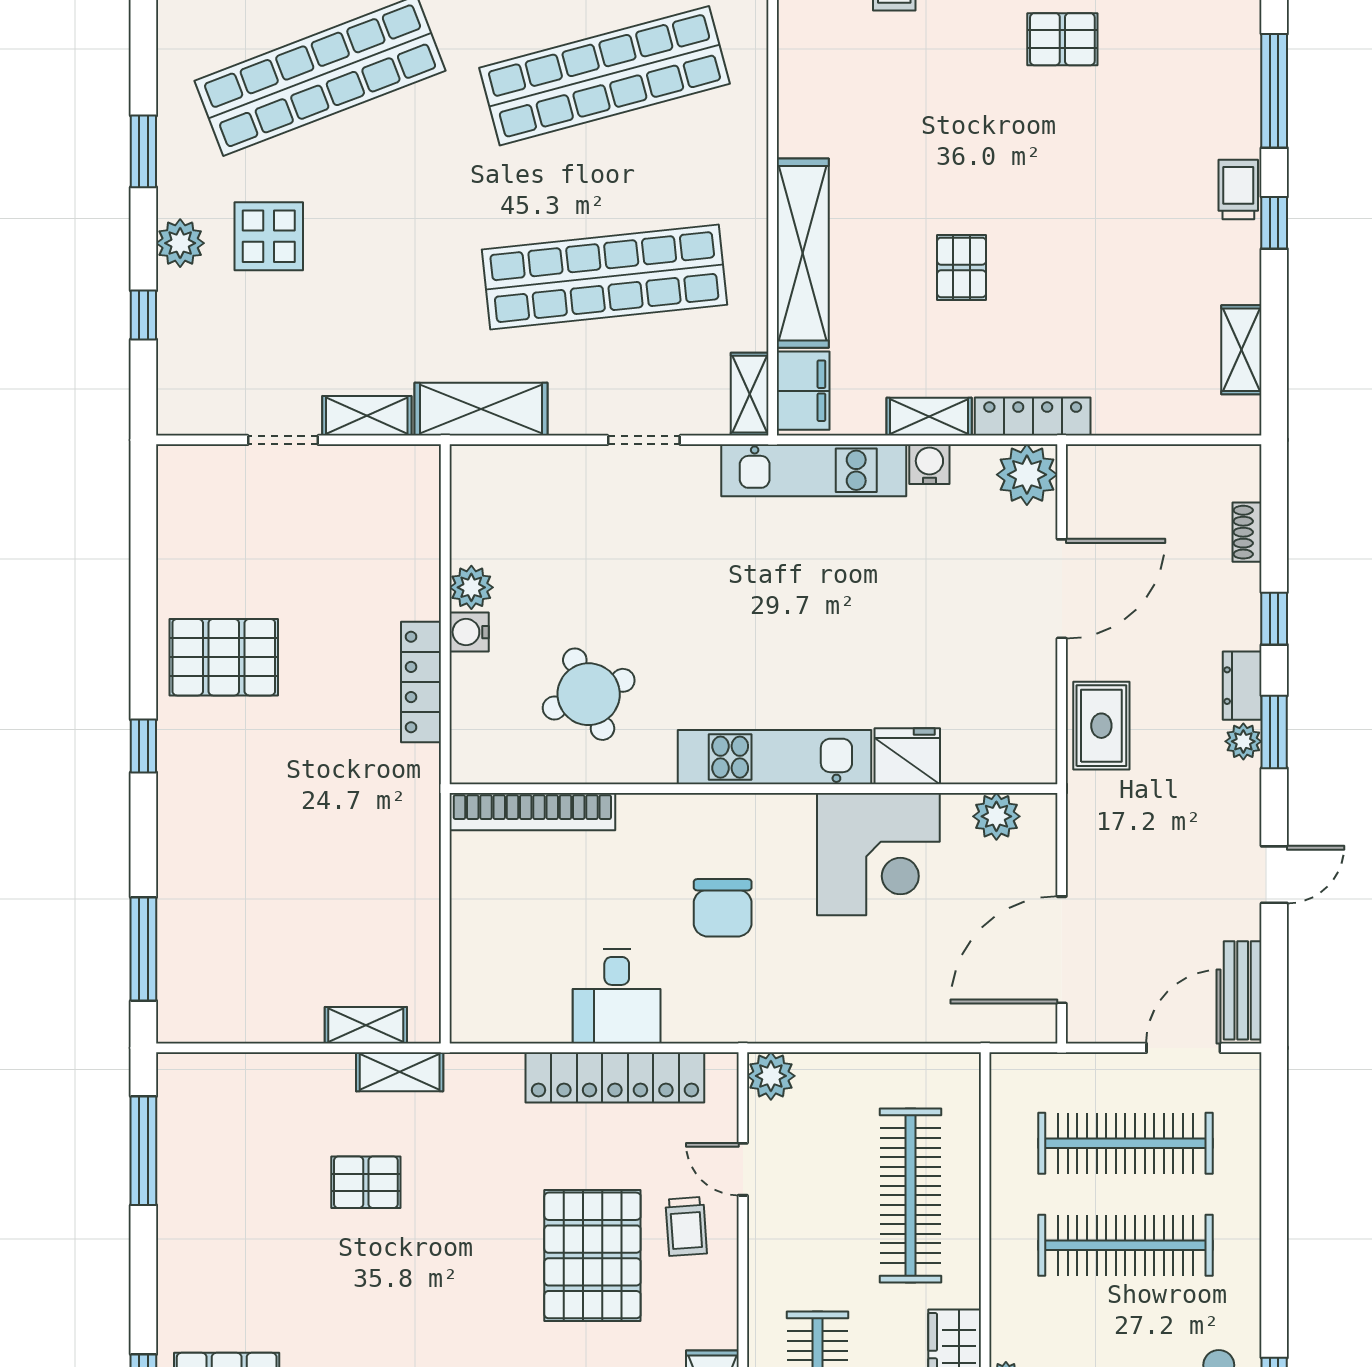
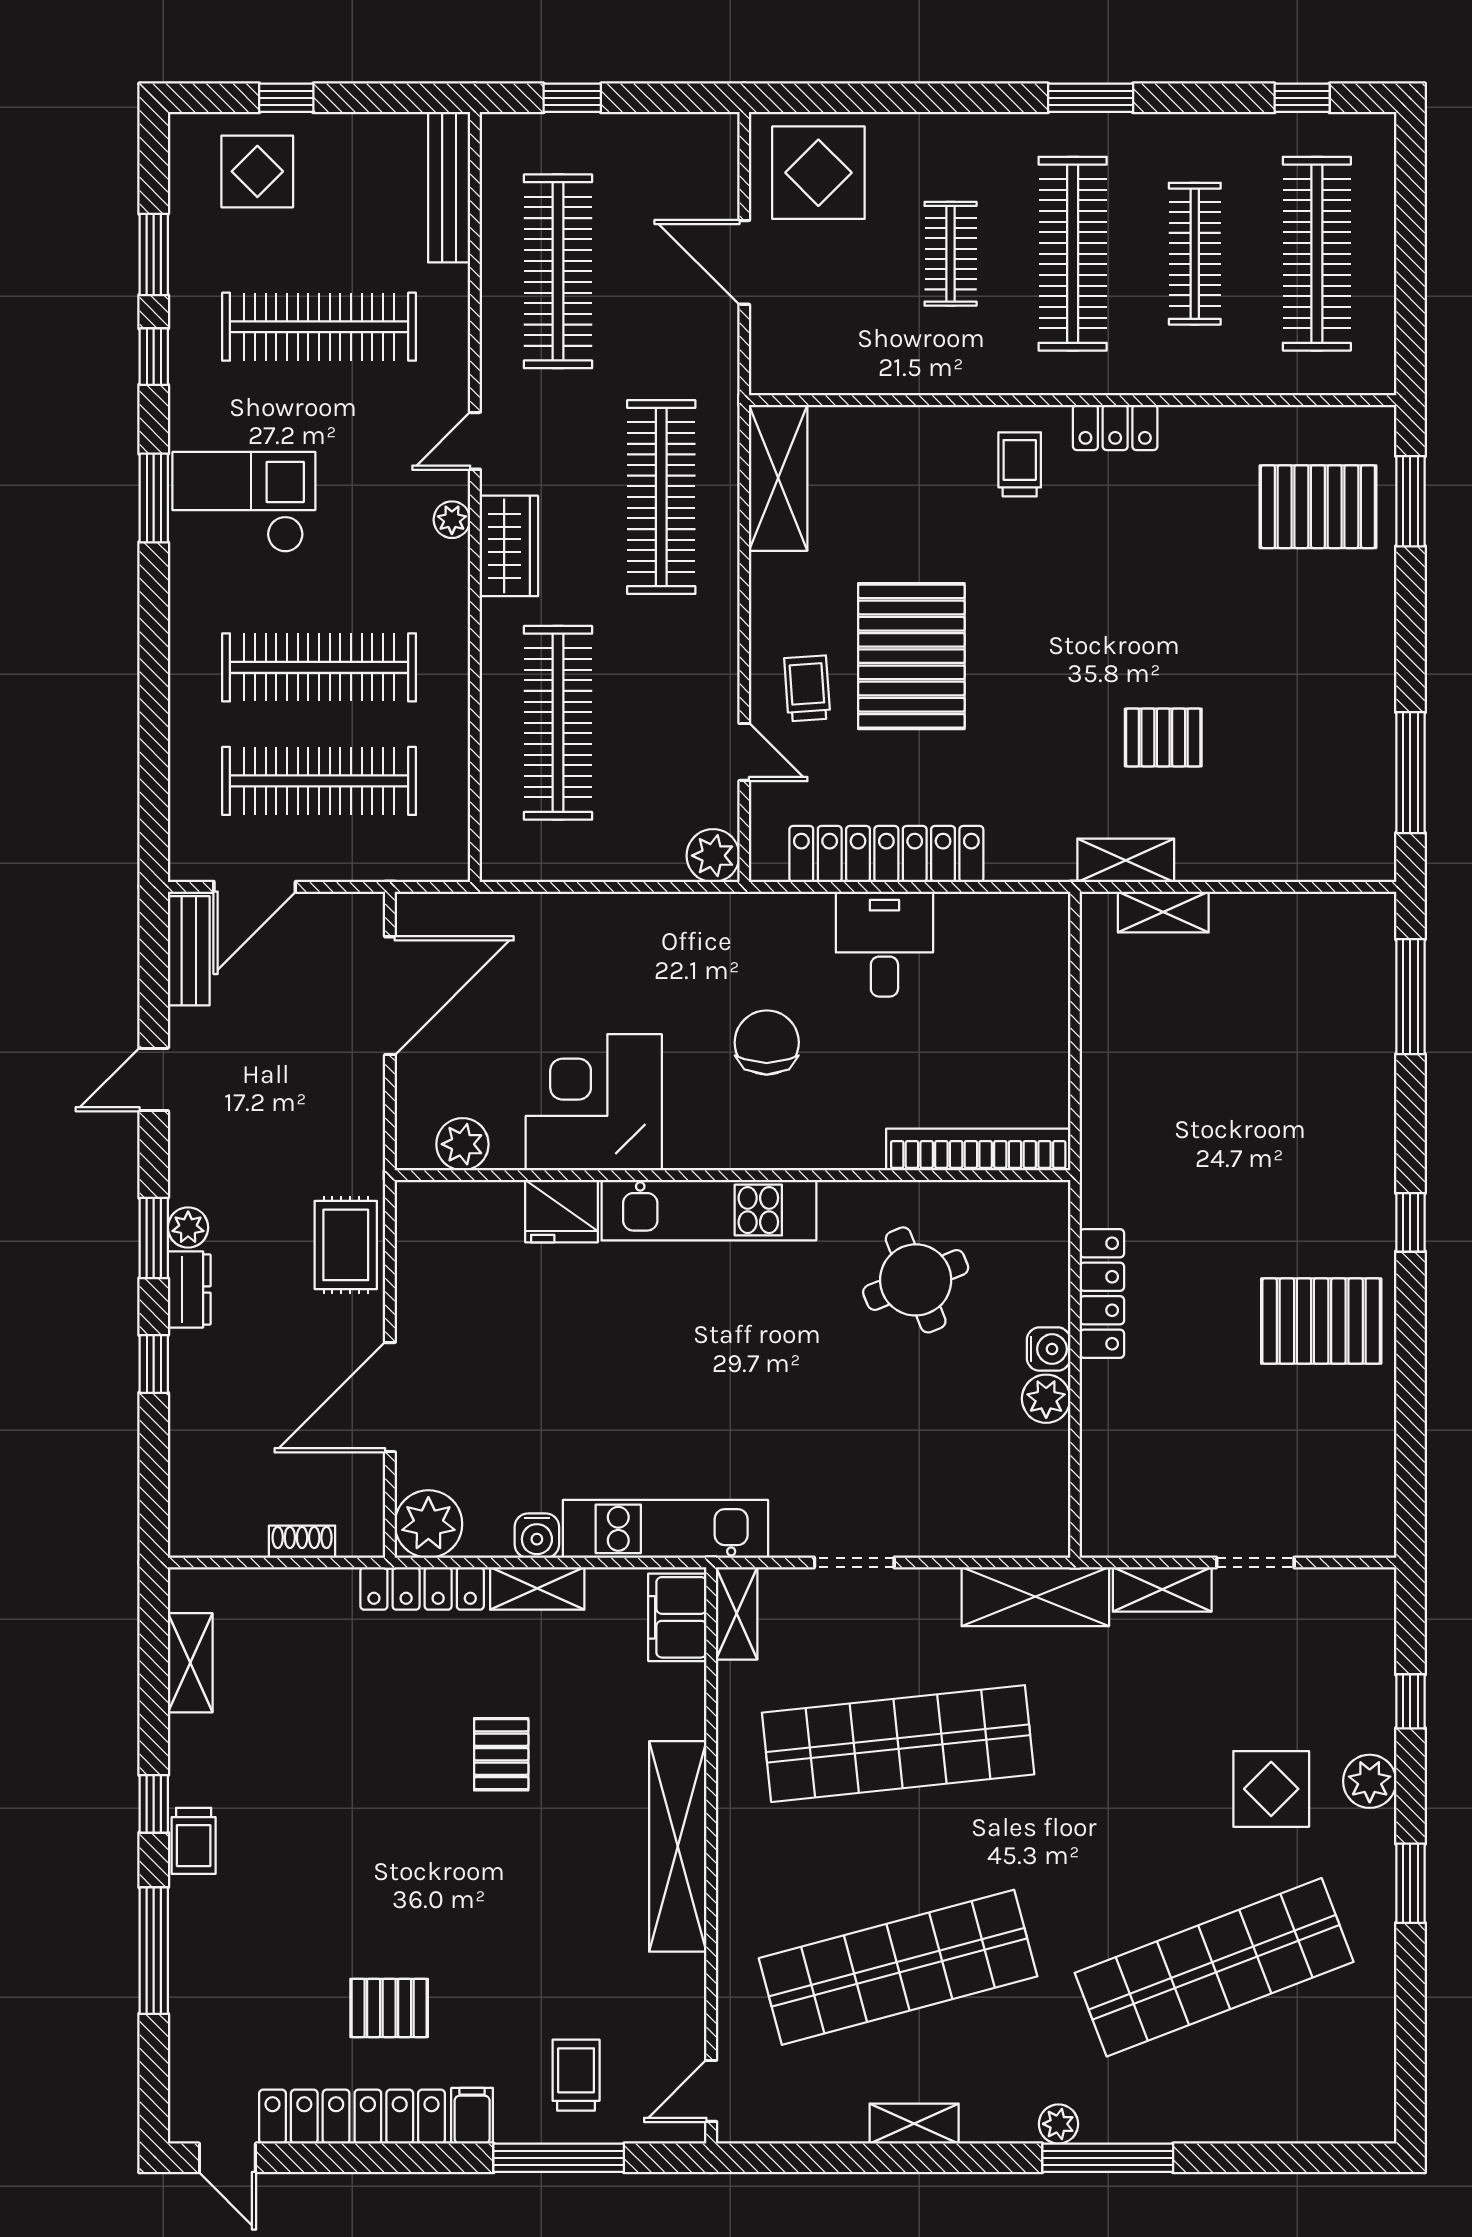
shelving: (803, 253) -> (678, 1846), moved
shoe rack: (1247, 532) -> (302, 1542), moved, turned -90

